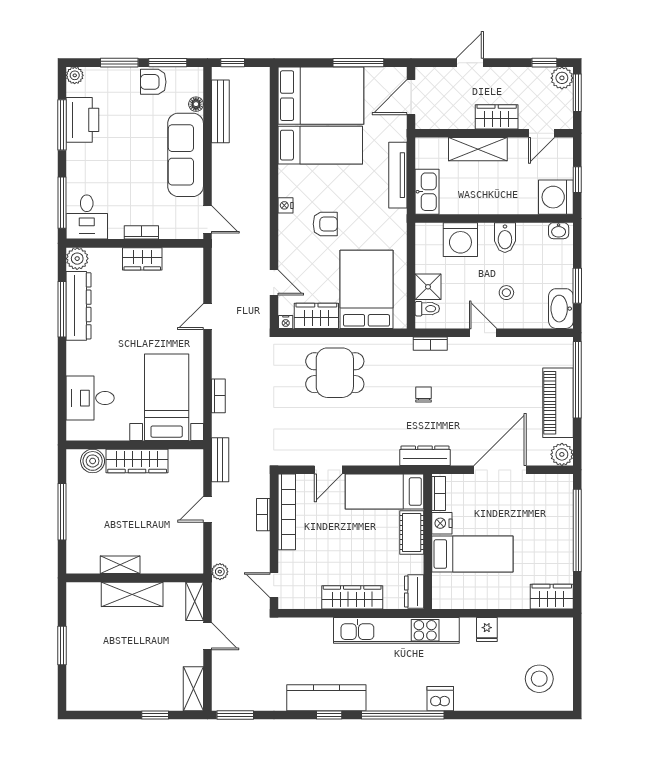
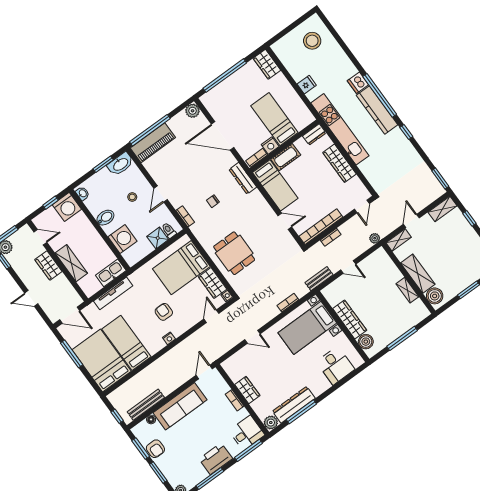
printer: (82, 120) -> (216, 459), moved
piano: (558, 403) -> (153, 143), moved
boiler: (87, 595) -> (435, 296), added
kitchen counter: (326, 698) -> (377, 110), moved

